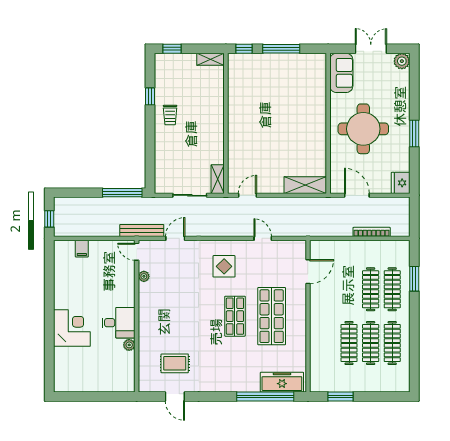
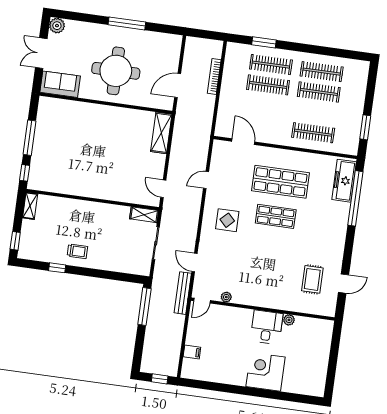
window: (414, 134) -> (127, 23), width x1.44
fridge: (401, 183) -> (172, 43), removed
clothes rail: (349, 343) -> (313, 133), moved

